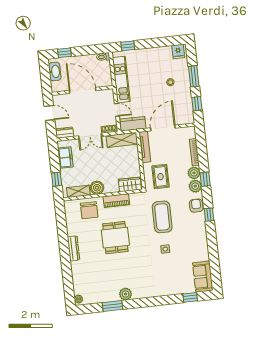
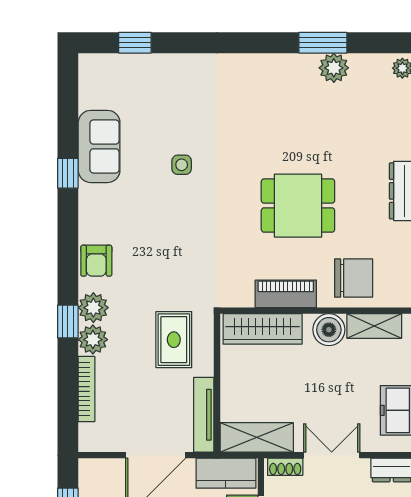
wardrobe: (130, 184) -> (263, 329), width x1.50
chair: (89, 210) -> (354, 278), turned 90
window: (209, 215) -> (68, 173), moved
coffee table: (162, 217) -> (181, 243), removed
dining table: (115, 238) -> (298, 206), turned 90
sofa: (203, 277) -> (99, 146), moved
plant: (126, 294) -> (334, 68), moved

